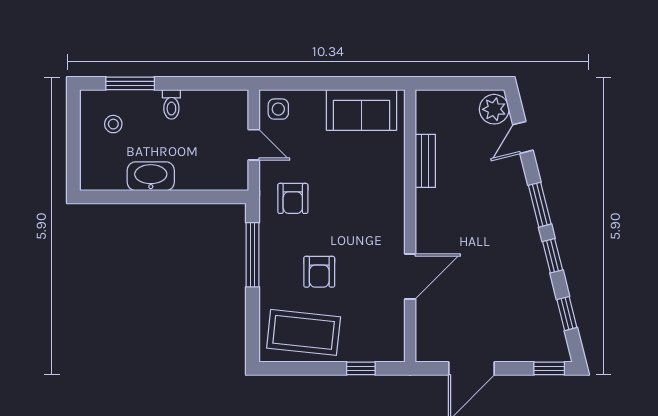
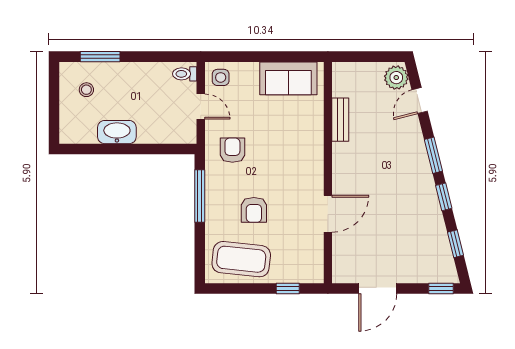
toilet: (171, 104) -> (185, 74), moved, turned 90
armchair: (293, 198) -> (232, 150), turned 180

